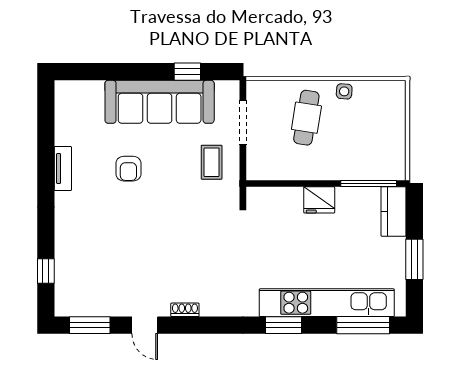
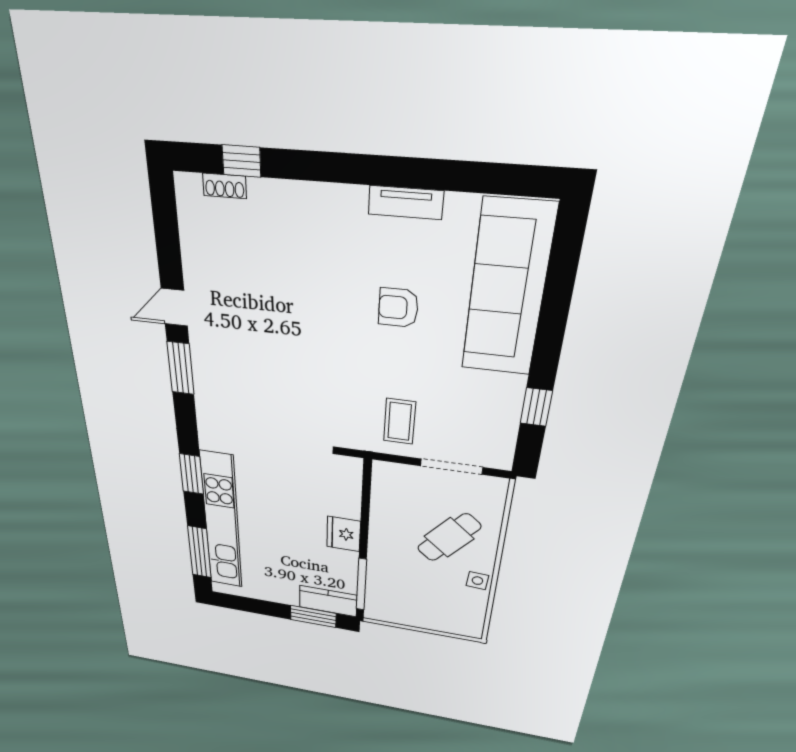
sofa: (160, 102) -> (507, 290), moved
cafe table: (306, 118) -> (449, 537), turned -59
coffee table: (212, 162) -> (400, 421), turned 90
window: (414, 259) -> (313, 616), moved
shoe rack: (185, 310) -> (225, 186), moved, turned 90
window: (90, 325) -> (181, 368), moved

